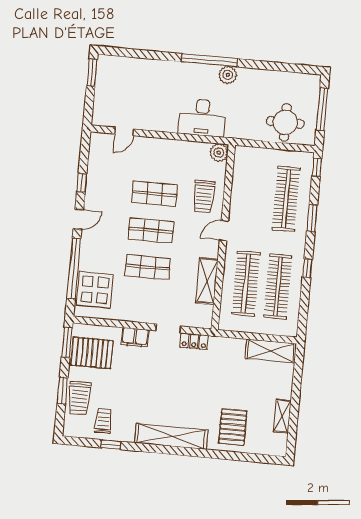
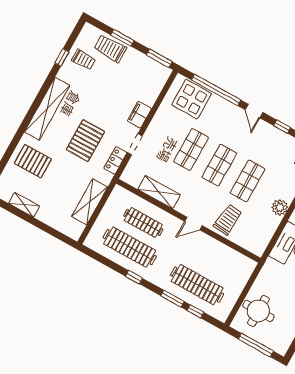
plant: (219, 153) -> (280, 207), moved
window: (317, 167) -> (195, 311), moved
trolley: (204, 196) -> (228, 220), turned 96
door: (224, 231) -> (193, 223), swing flipped
clothes rail: (246, 283) -> (143, 223), width x0.73, depth x0.76
shelving: (271, 351) -> (90, 202), moved
pallet: (92, 353) -> (85, 141), moved

